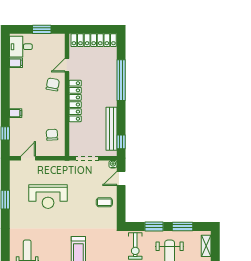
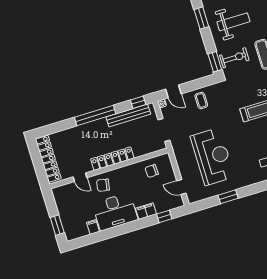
window: (42, 29) -> (57, 225), moved
desk: (21, 47) -> (115, 212), moved, width x1.87, depth x1.30
window: (121, 80) -> (95, 115), moved
filing cabinet: (16, 113) -> (146, 211), width x2.00
reception desk: (48, 197) -> (212, 156), width x1.36, depth x1.30
window: (154, 226) -> (215, 62), moved

